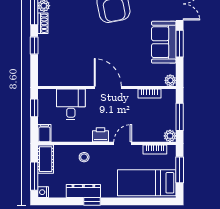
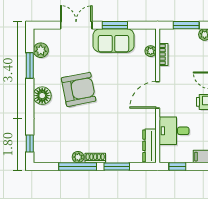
window: (34, 46) -> (117, 166), width x1.50
dresser: (55, 79) -> (150, 146), added
plant: (170, 80) -> (151, 51), moved

